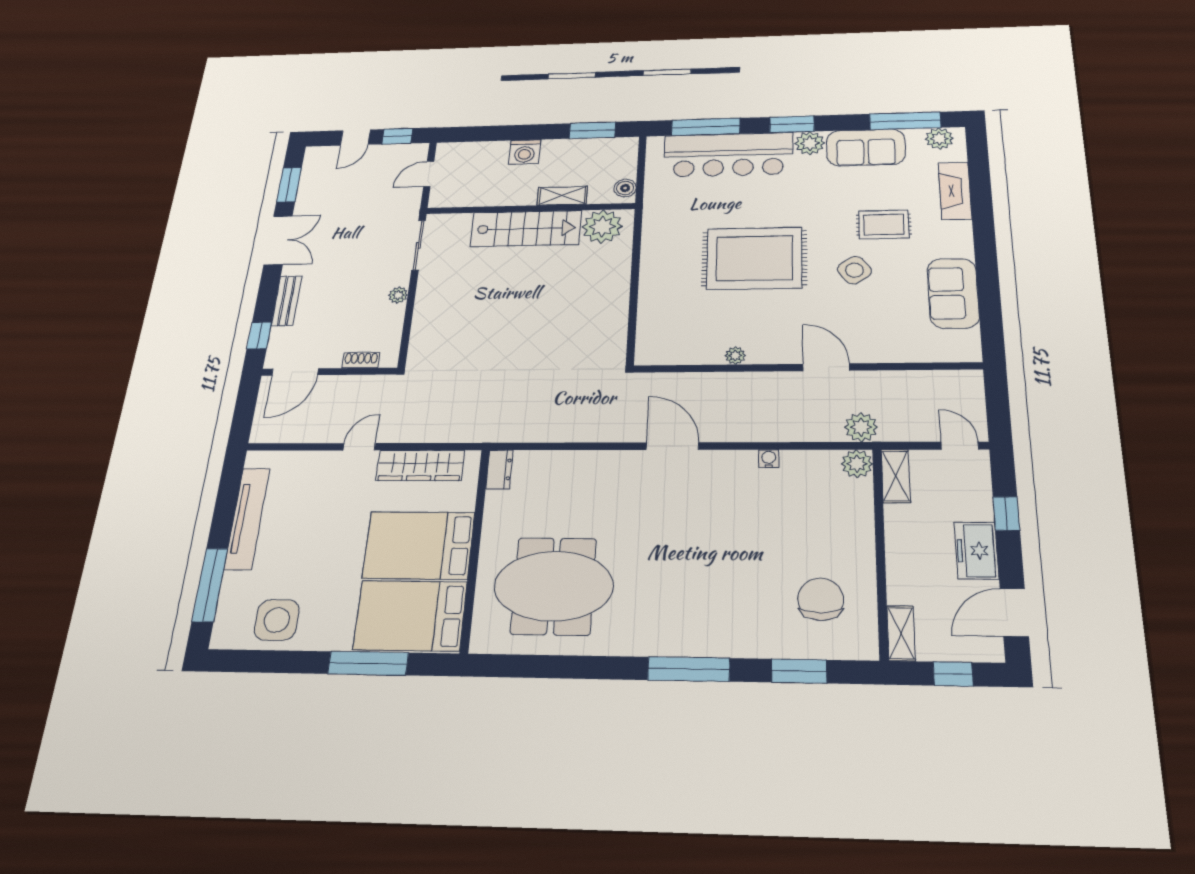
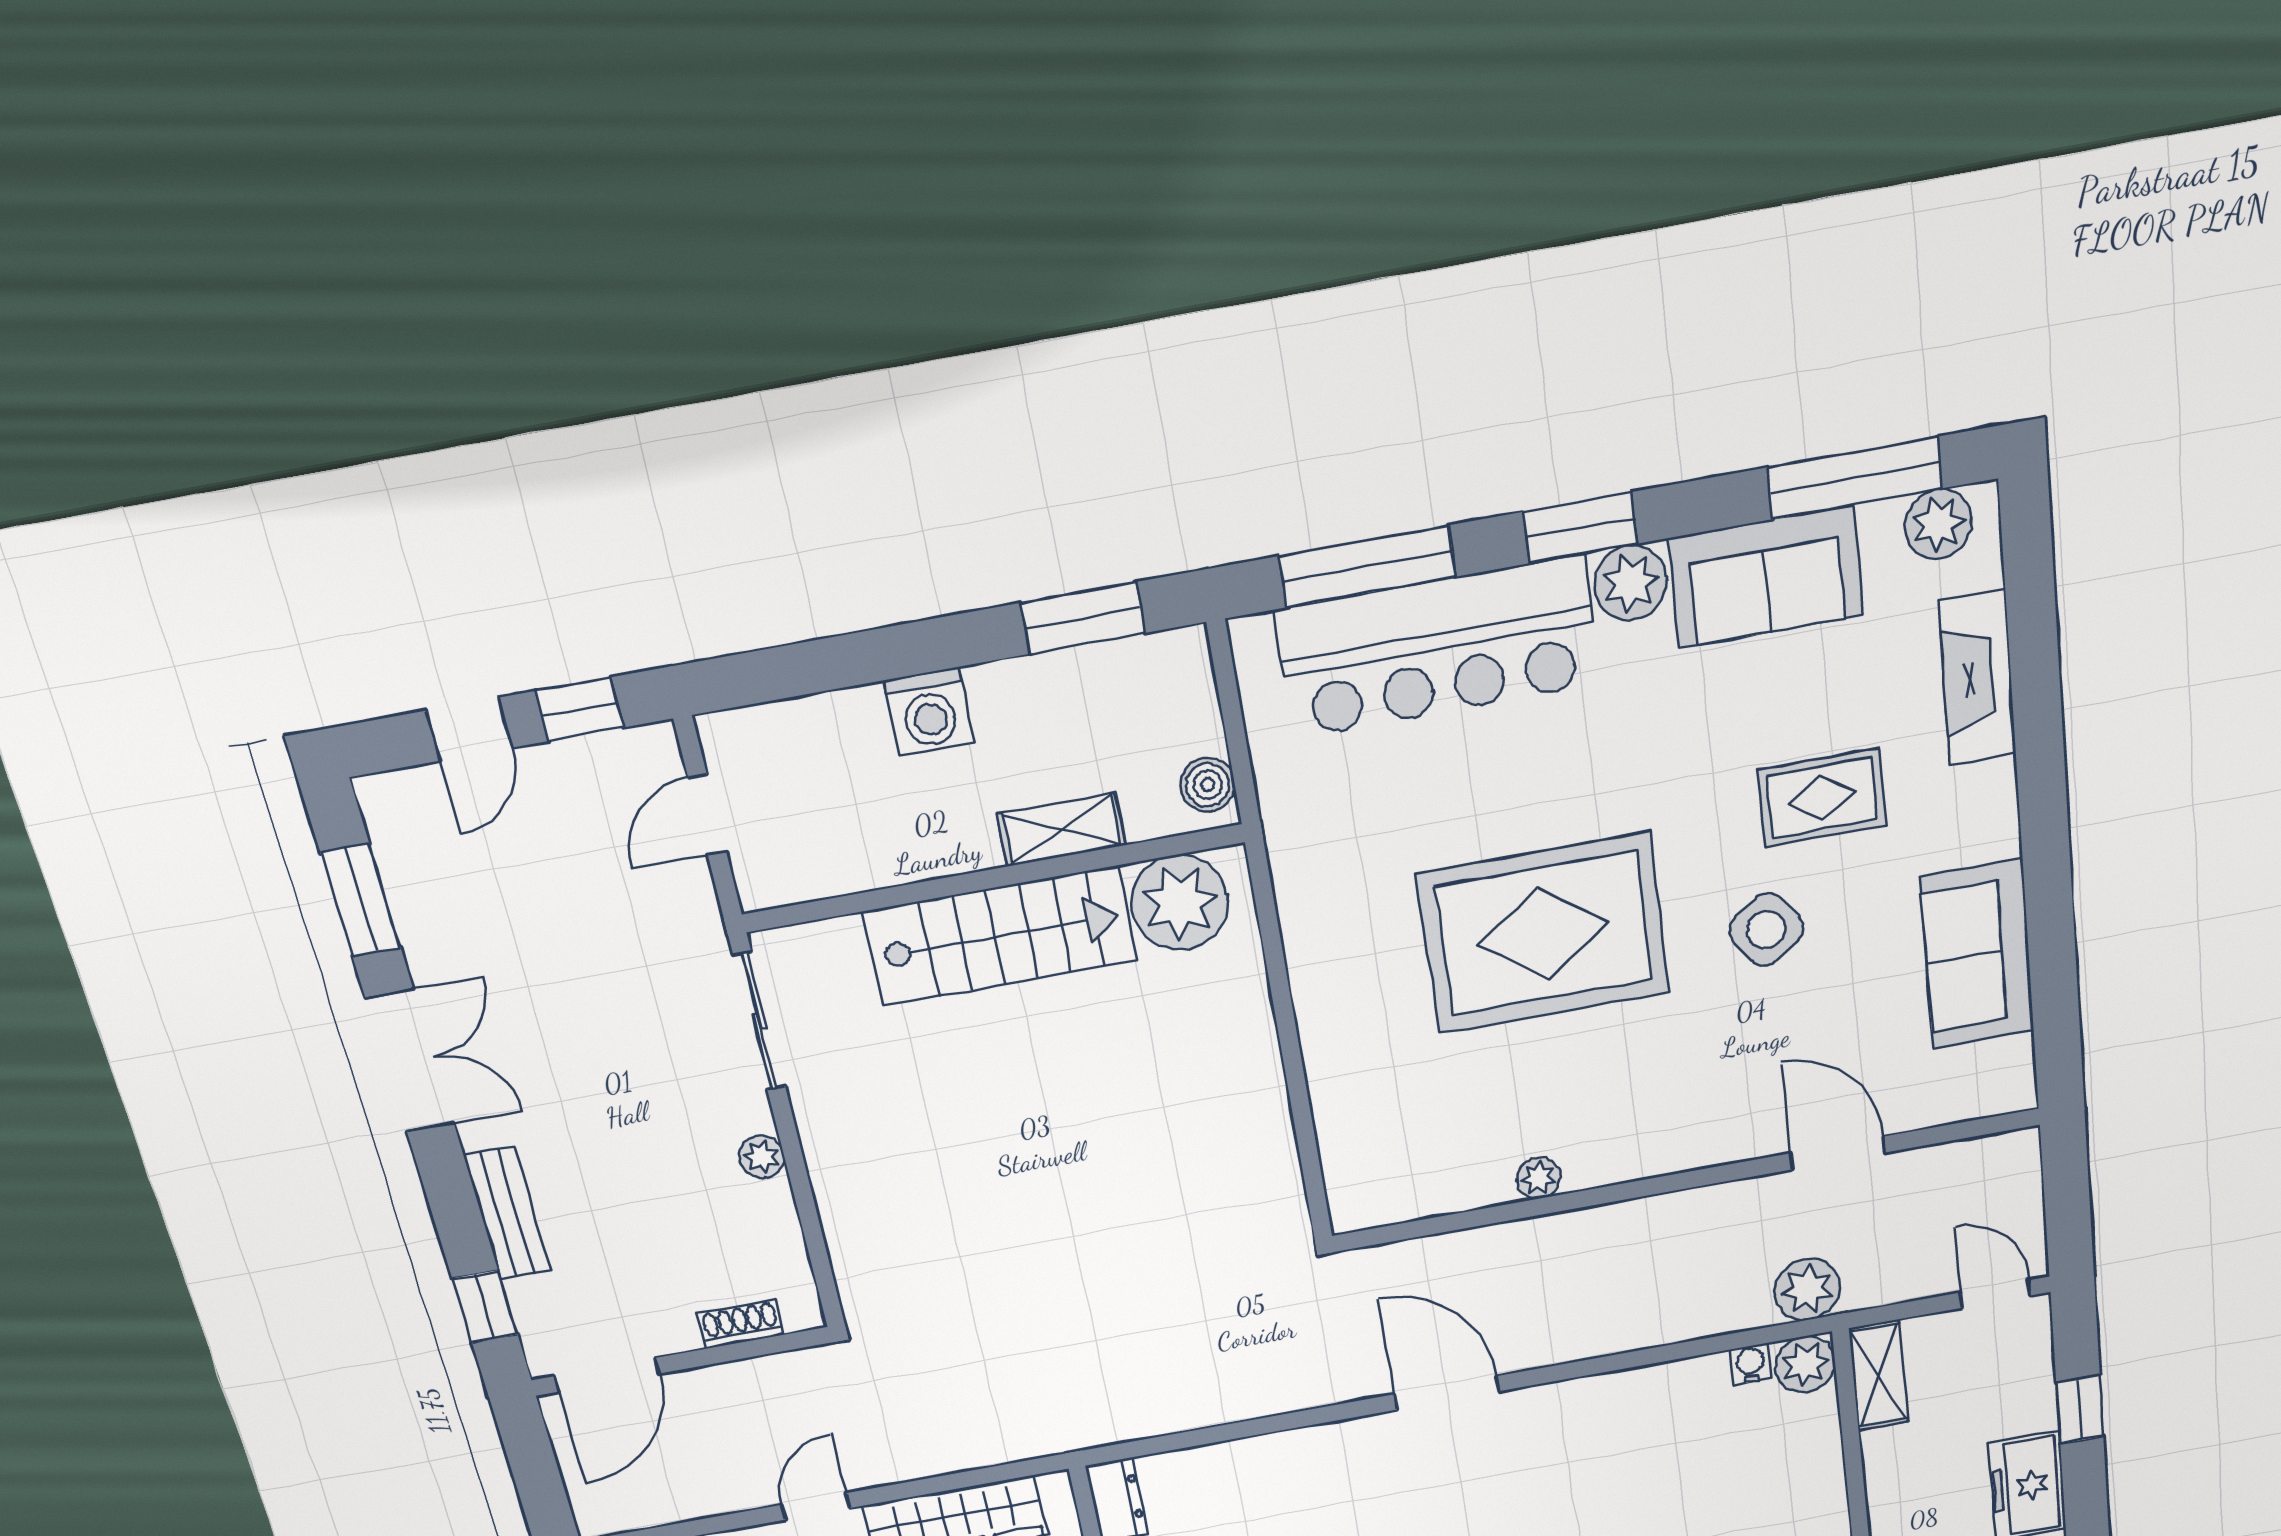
door: (826, 367) -> (1838, 1153), moved
water cooler: (769, 459) -> (1750, 1364), moved

